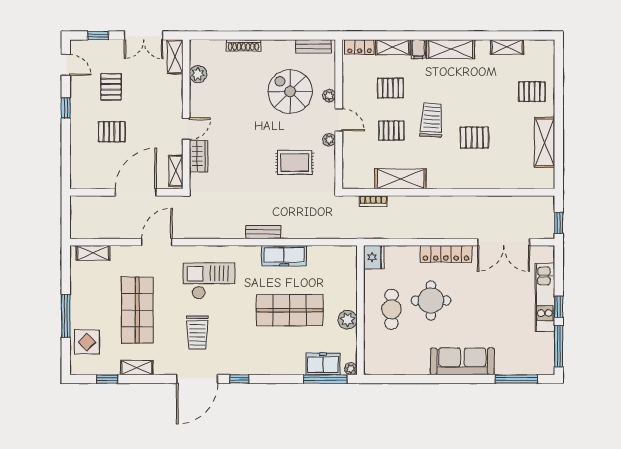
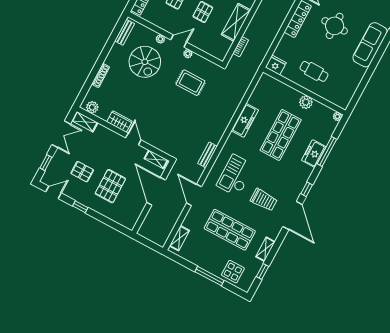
plant: (198, 74) -> (92, 107), moved
spiral stairs: (290, 91) -> (145, 62), turned -90
pallet: (112, 132) -> (110, 186), width x1.50, depth x1.42
wardrobe: (199, 156) -> (119, 121), moved
rug: (295, 162) -> (190, 83), turned 90
bench: (263, 232) -> (207, 155), moved
round table: (431, 301) -> (335, 26), moved
freezer: (323, 364) -> (314, 154), moved
window: (325, 379) -> (327, 152), moved

